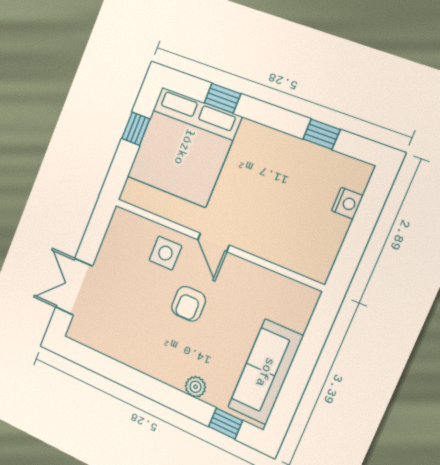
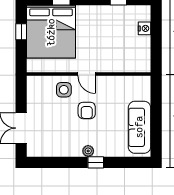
plant: (195, 387) -> (88, 151), moved
window: (226, 424) -> (96, 162), moved

